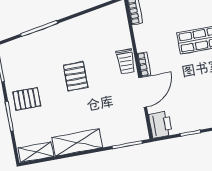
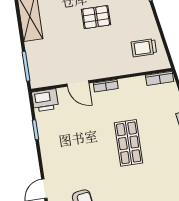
trolley: (126, 62) -> (144, 48), moved
door: (143, 92) -> (78, 83), width x0.73

